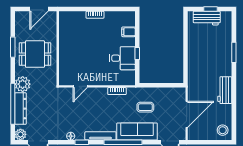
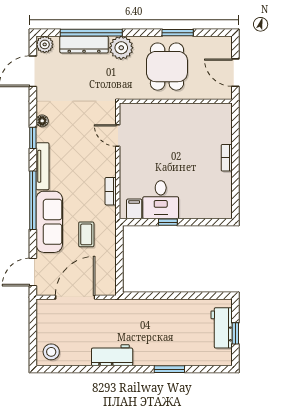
filing cabinet: (129, 32) -> (134, 209), moved
door: (187, 114) -> (75, 297), swing flipped

